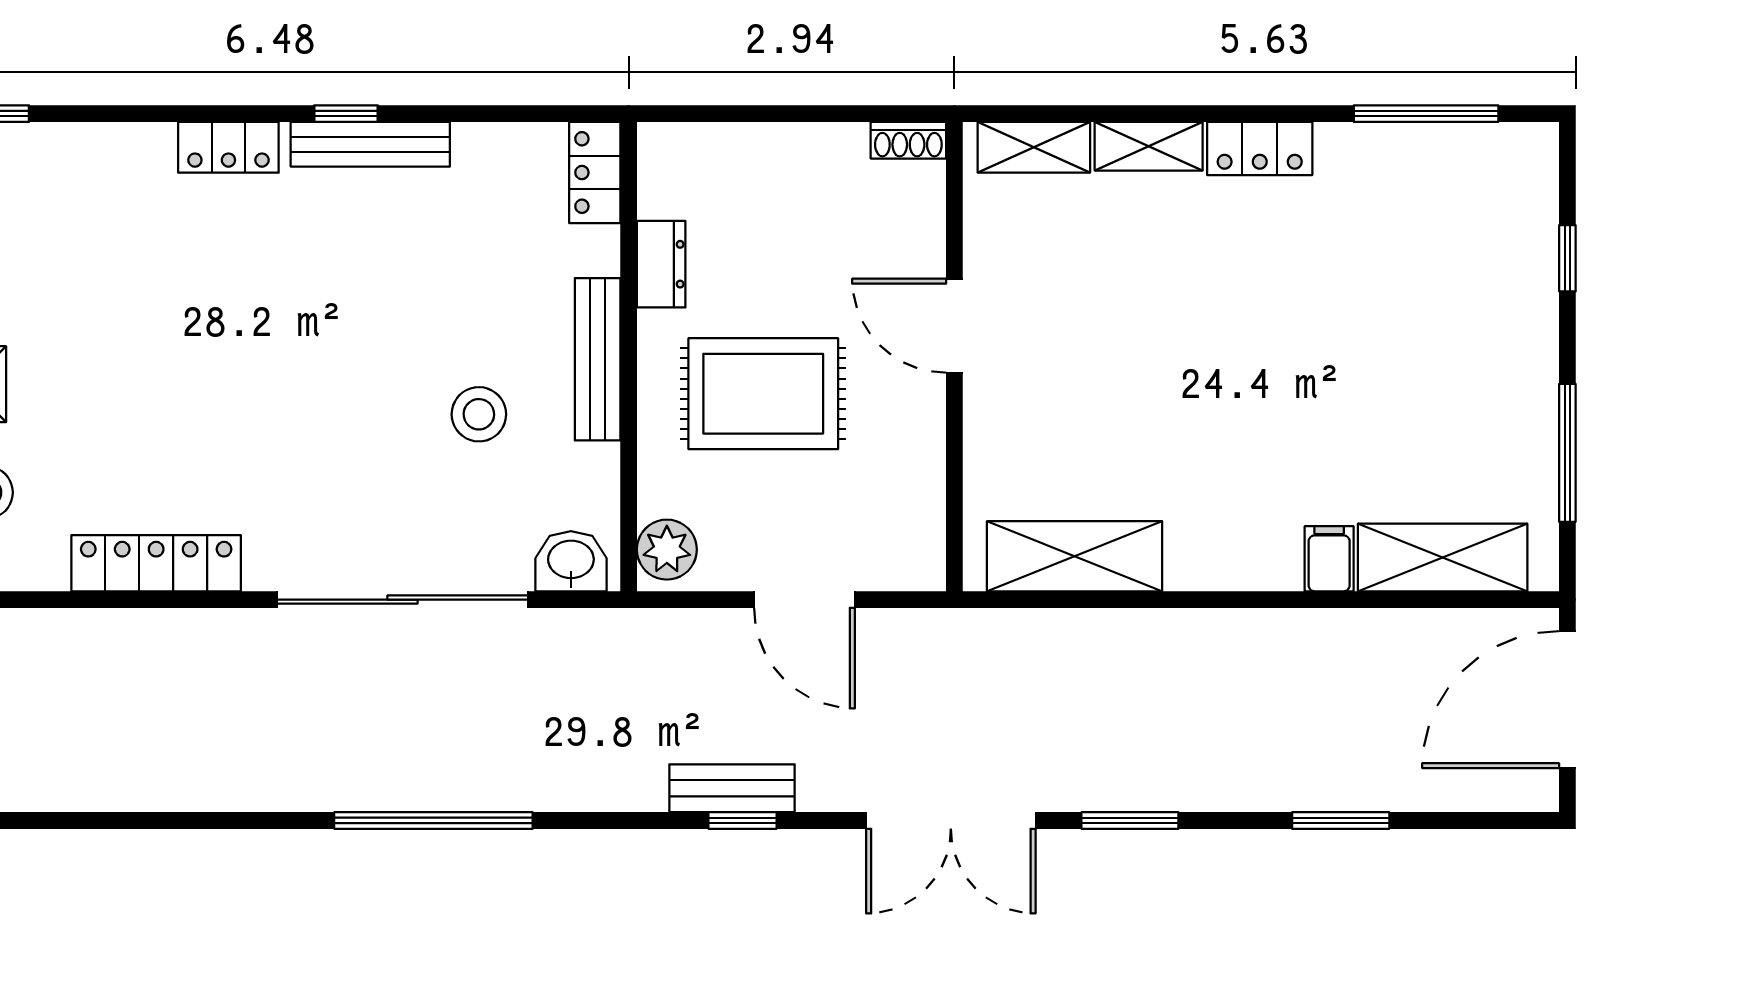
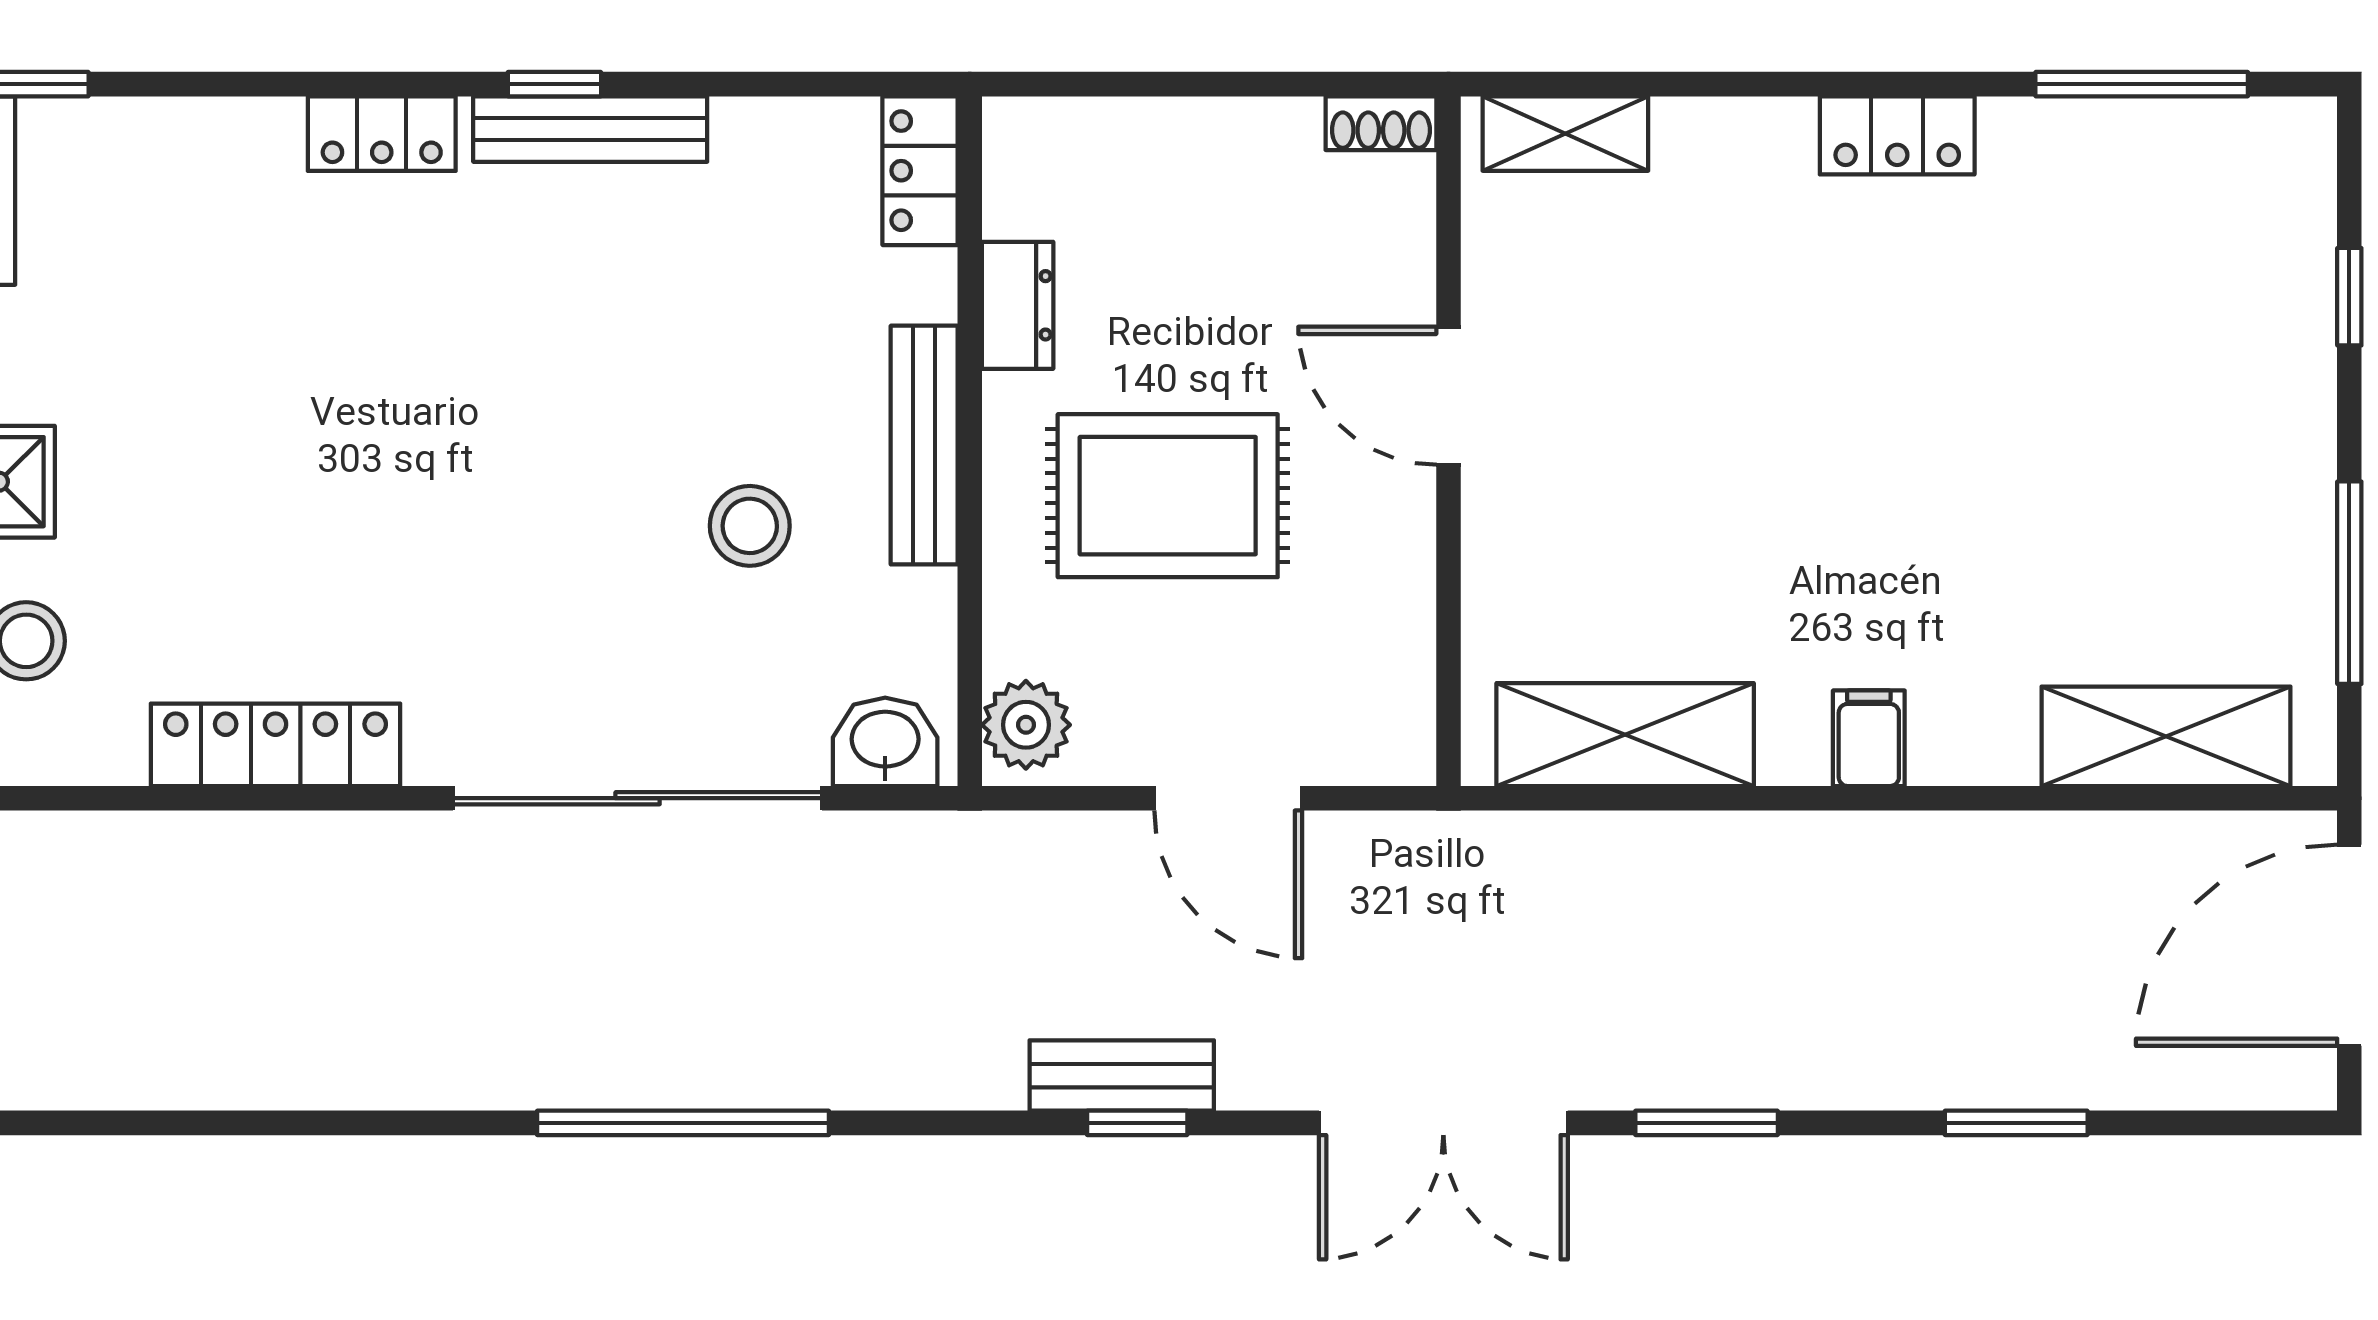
shelving: (1149, 146) -> (1734, 132), removed
filing cabinet: (1329, 559) -> (1869, 738), moved

